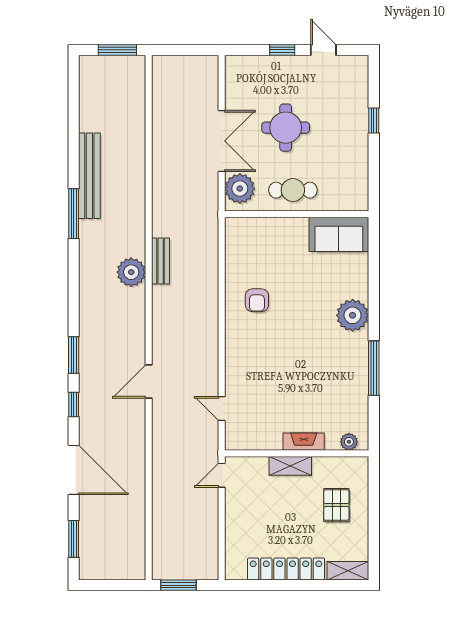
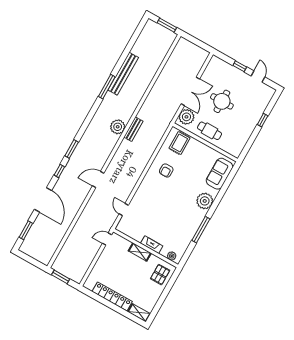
sofa: (339, 234) -> (219, 174), moved, turned 90
rug: (253, 240) -> (180, 143), added
pallet: (336, 505) -> (160, 275), moved

